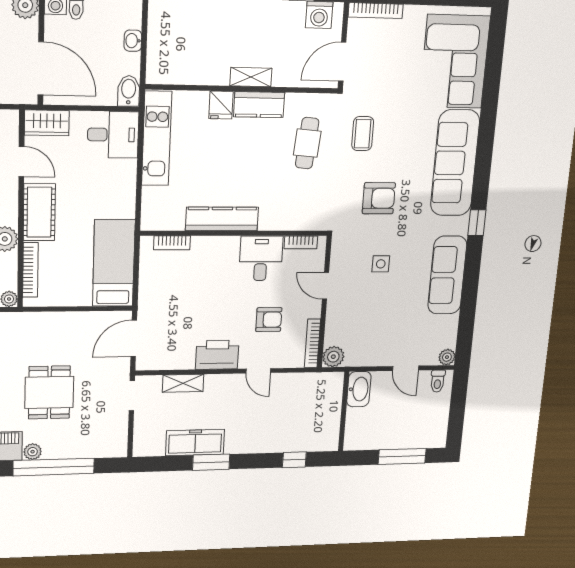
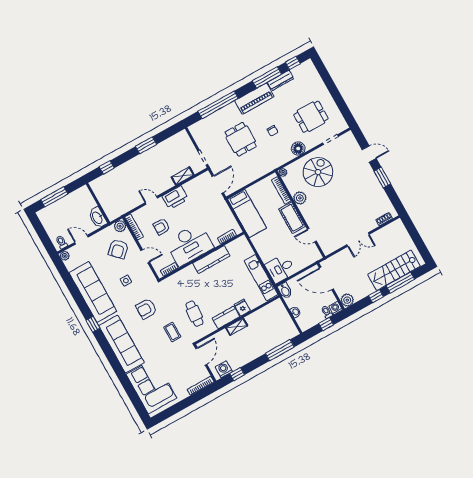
wardrobe: (47, 123) -> (311, 257), removed
desk: (261, 258) -> (189, 244), width x1.87, depth x1.30
sofa: (447, 275) -> (93, 292), width x1.36, depth x1.27
armchair: (360, 322) -> (118, 249), added
freezer: (195, 443) -> (160, 151), removed
plant: (33, 452) -> (232, 107), removed

